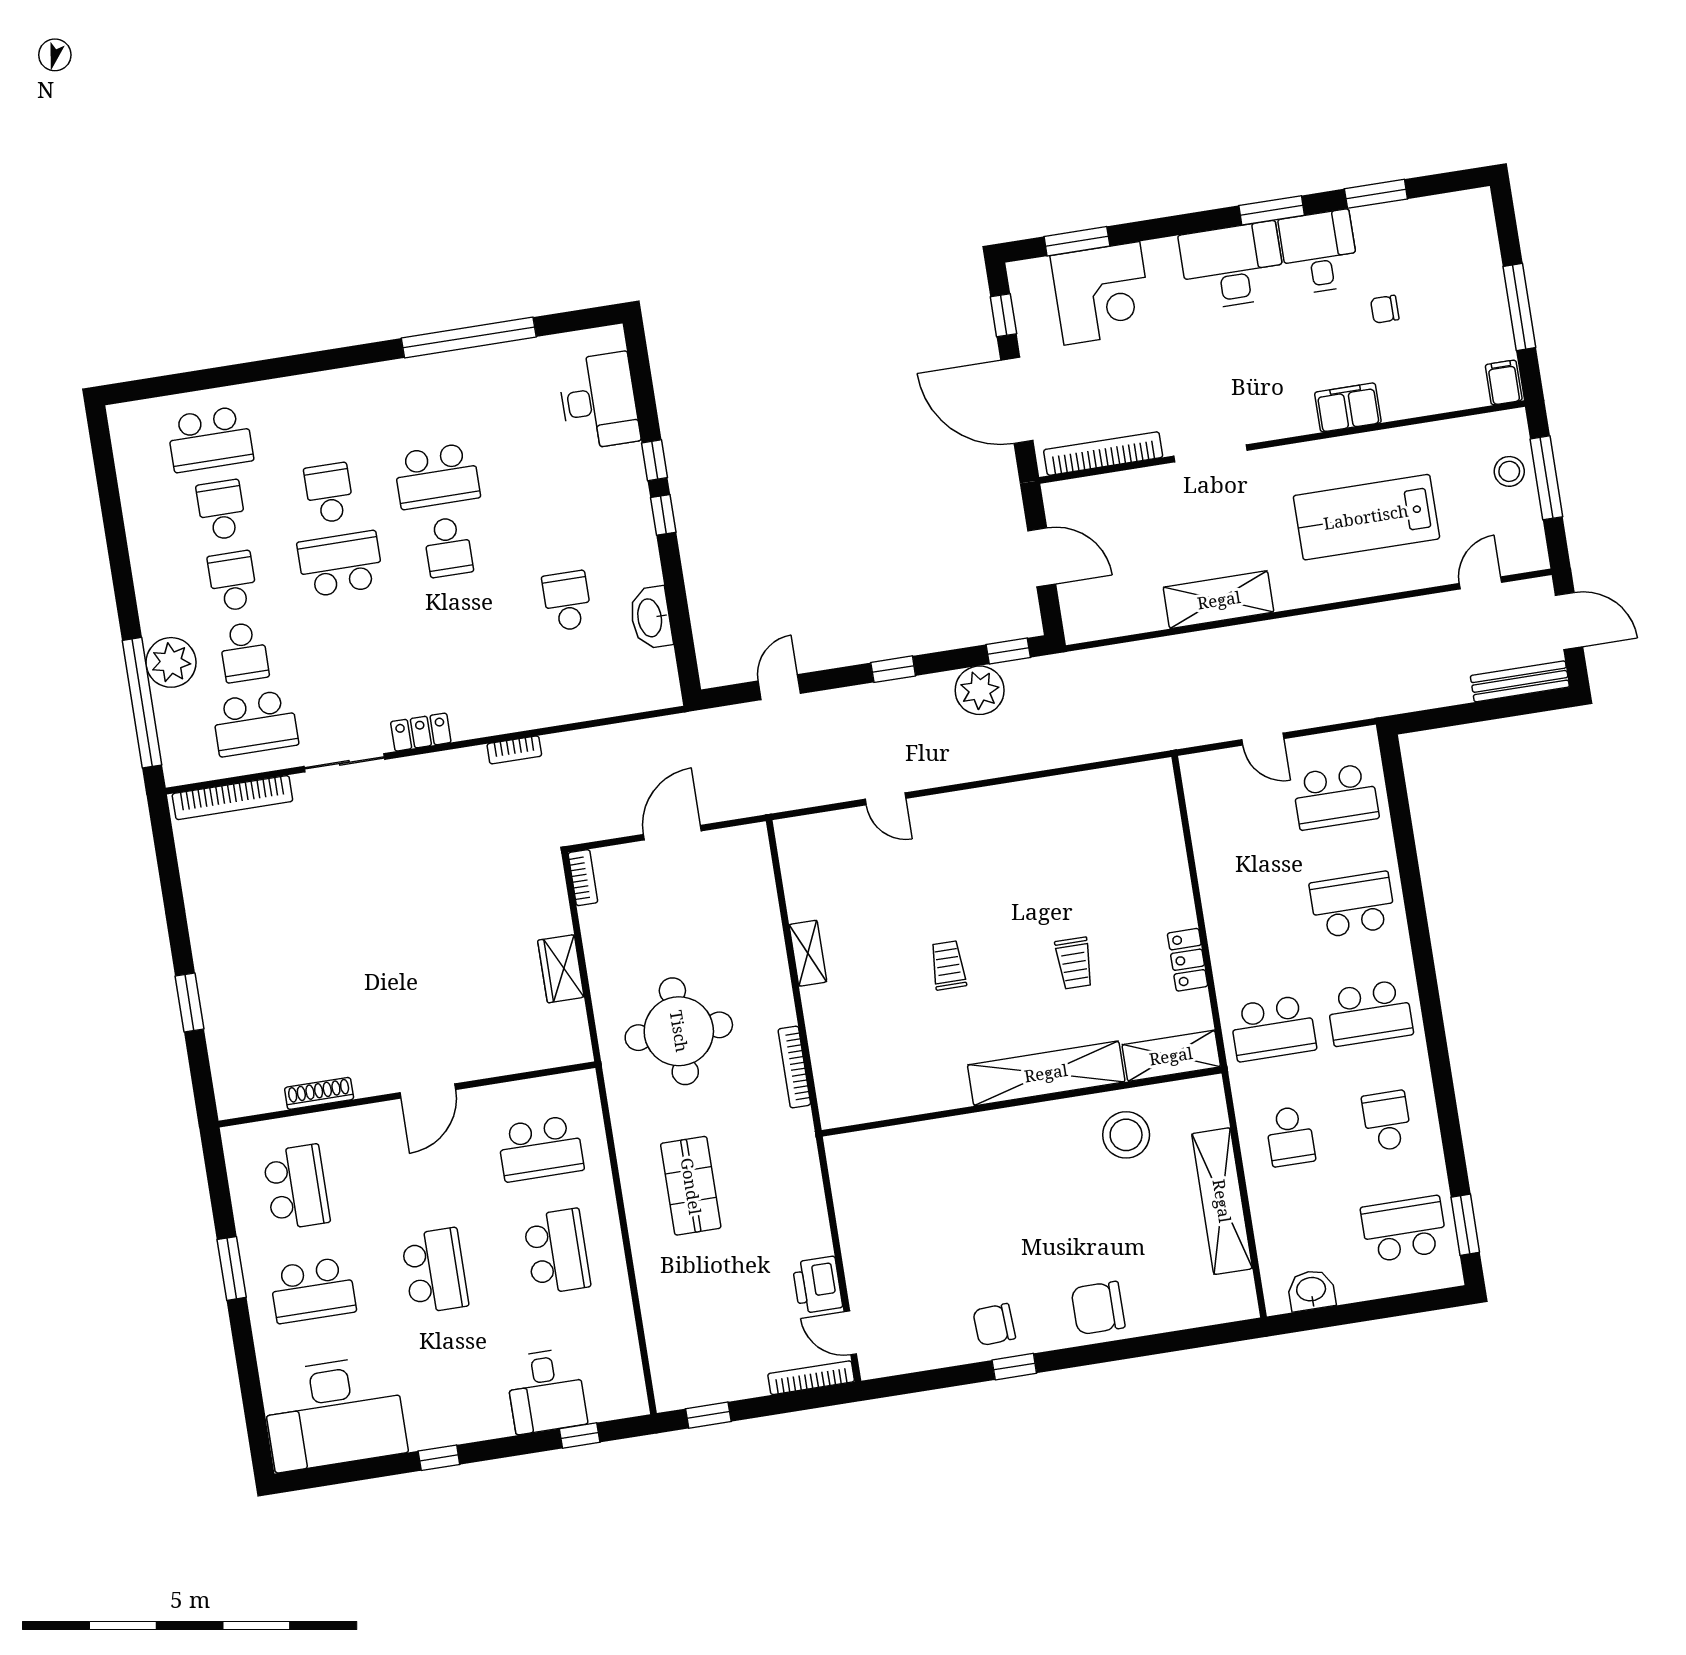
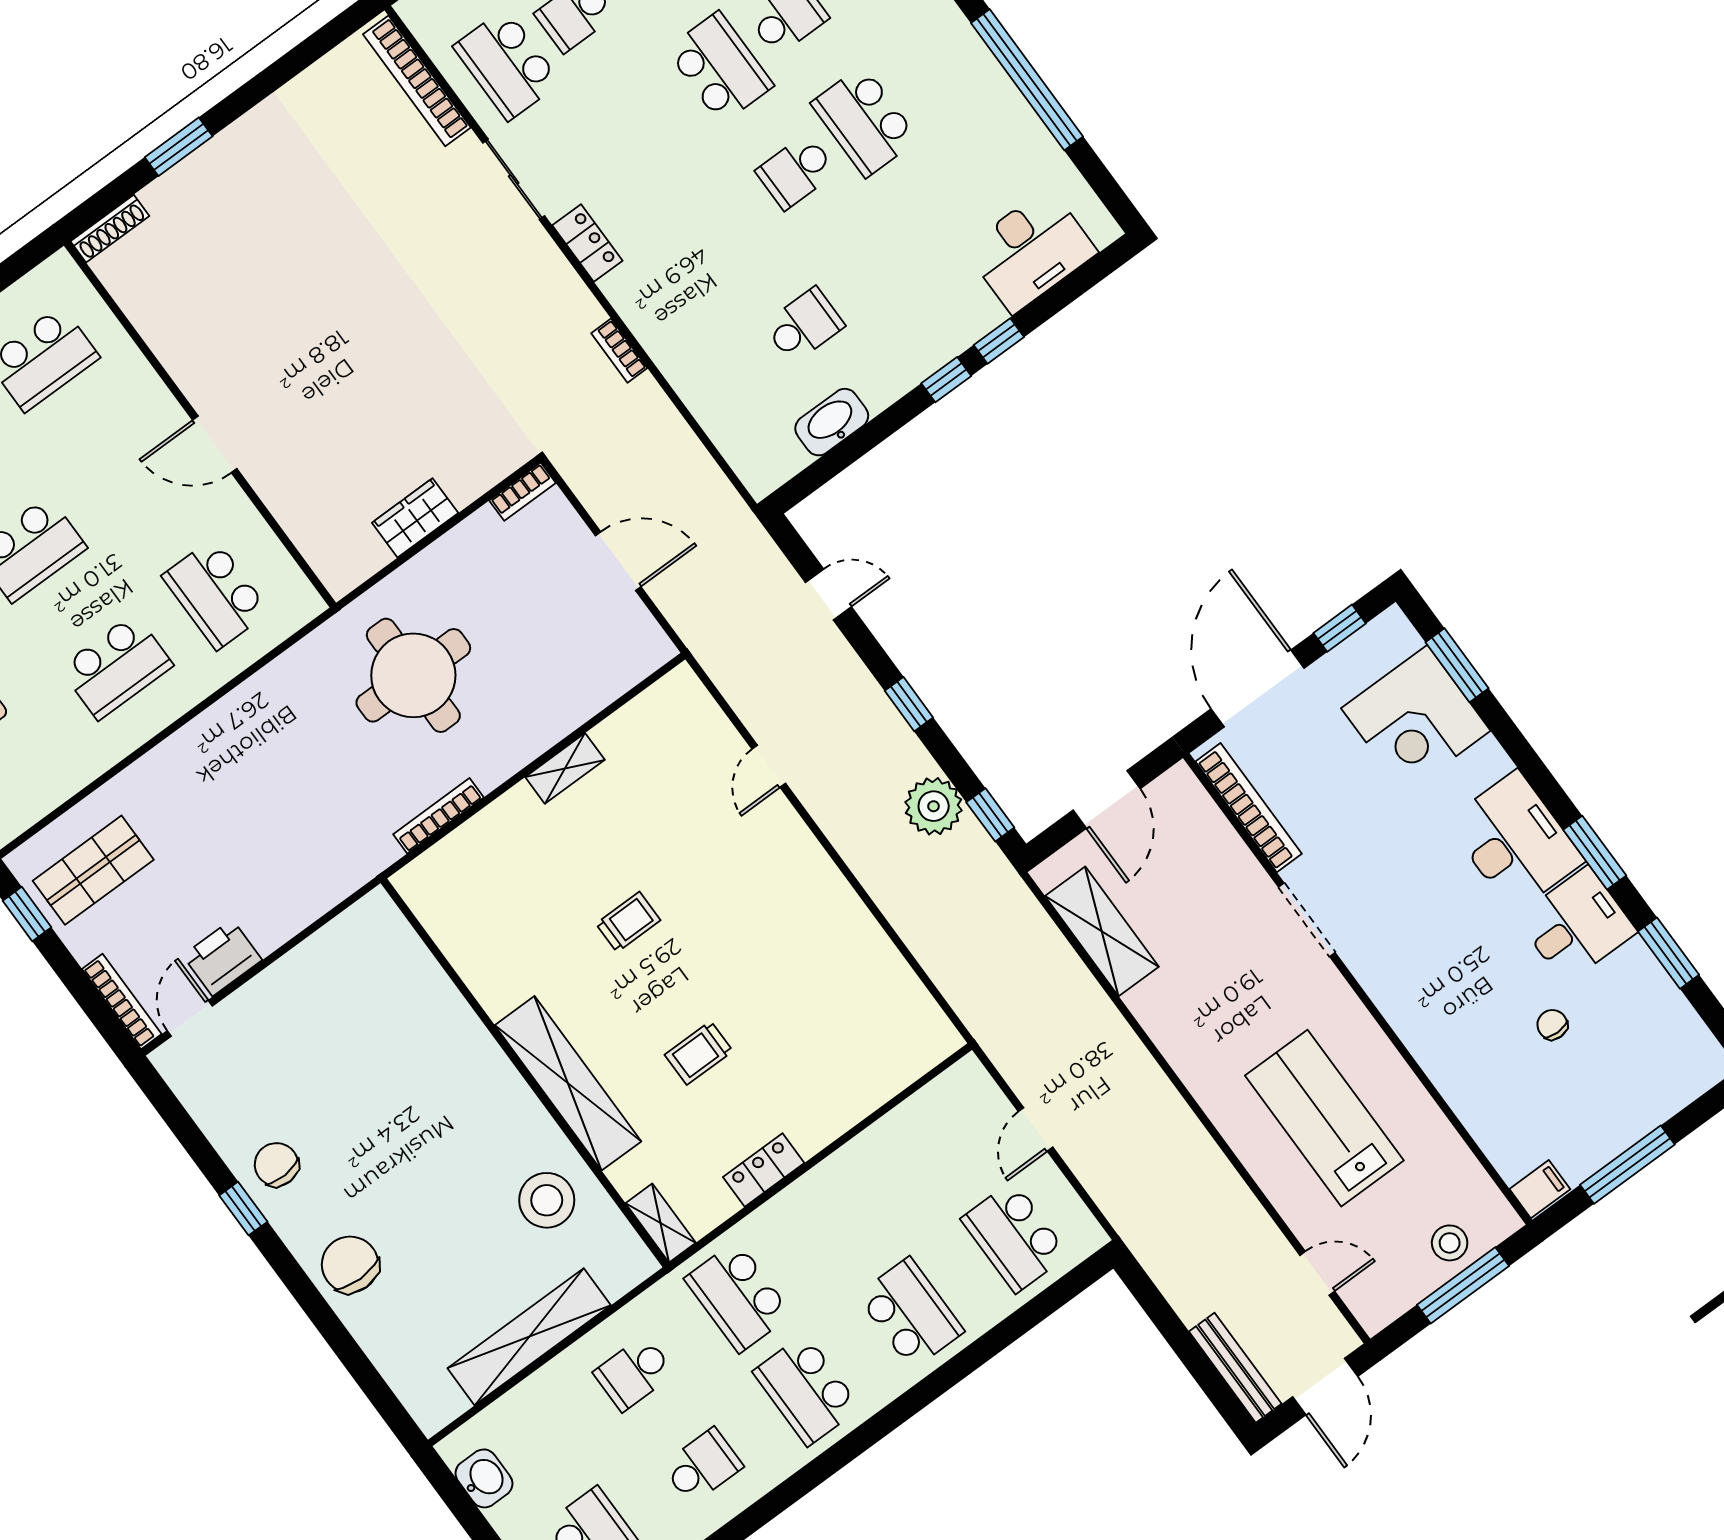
filing cabinet: (1348, 407) -> (1429, 1039), removed
shelving: (1219, 600) -> (1102, 931), moved
shelving: (1171, 1056) -> (661, 1223), width x0.67, depth x0.75
shoe rack: (319, 1093) -> (110, 229), moved, turned 90
shop shelf: (691, 1186) -> (93, 870), moved

